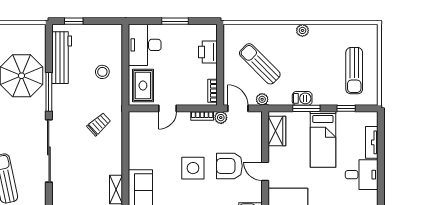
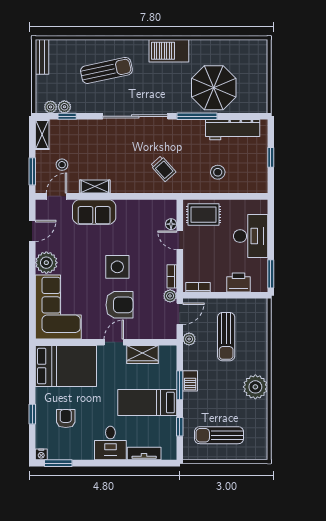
window: (74, 21) -> (271, 157), moved
window: (175, 21) -> (271, 274), moved
plant: (302, 30) -> (255, 387), width x1.88, depth x1.88
desk: (145, 45) -> (251, 236), moved, turned 90
sun lounger: (260, 64) -> (226, 337), turned 135
floor lamp: (152, 117) -> (171, 224), added
wardrobe: (277, 131) -> (142, 354), moved
armchair: (229, 166) -> (119, 305), turned 90

